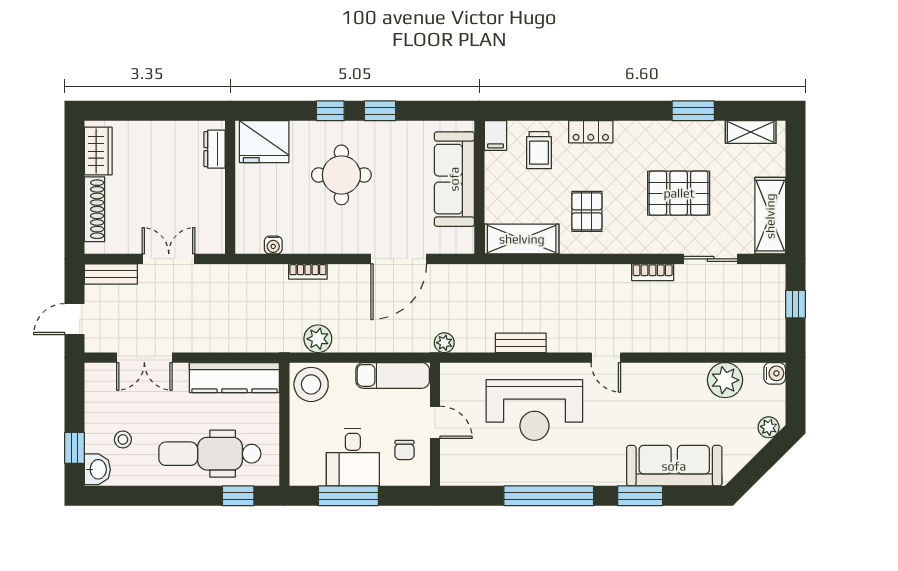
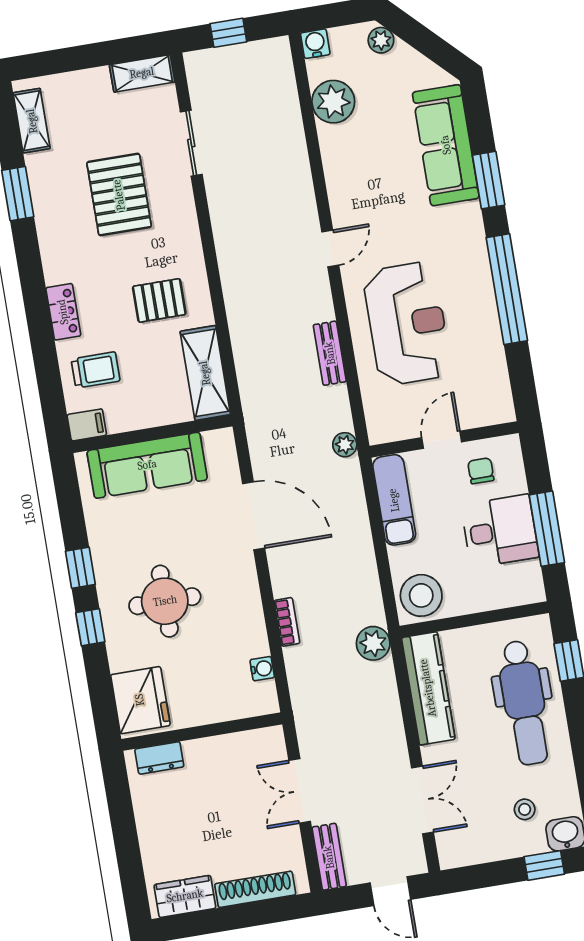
shelving: (770, 216) -> (142, 73), width x0.67, depth x0.75
bookcase: (653, 272) -> (219, 210), removed
plant: (318, 339) -> (373, 643), moved
chair: (404, 450) -> (481, 471), turned -90

